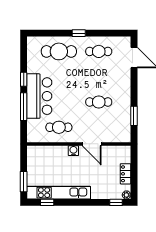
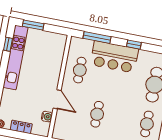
window: (24, 107) -> (97, 37), moved
door: (92, 144) -> (57, 99), swing flipped
water cooler: (73, 151) -> (47, 117), moved

